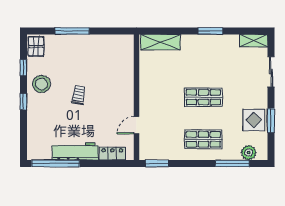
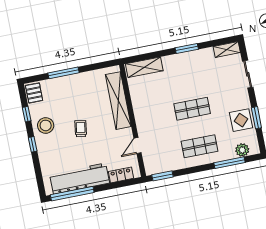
shelving: (125, 73) -> (118, 101), added
workbench: (75, 151) -> (80, 179), width x1.36, depth x1.32

